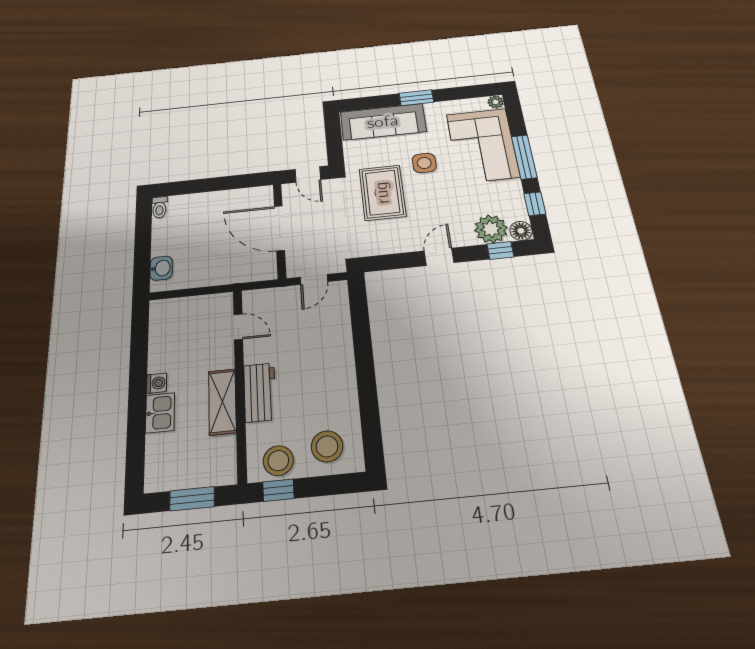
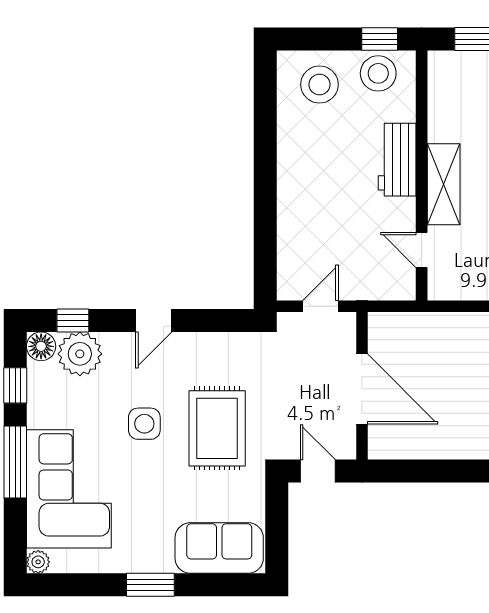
sofa: (383, 122) -> (219, 548), width x0.73
side table: (424, 163) -> (144, 424), moved
shelving: (222, 402) -> (444, 184), moved

